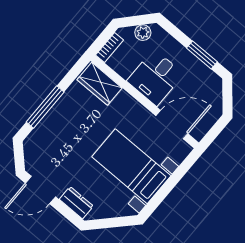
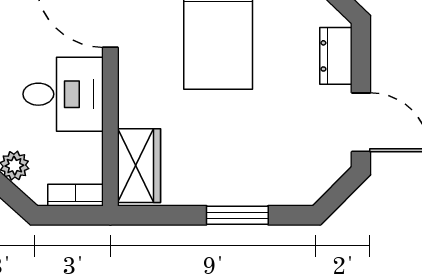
window: (45, 107) -> (237, 215), width x0.69

